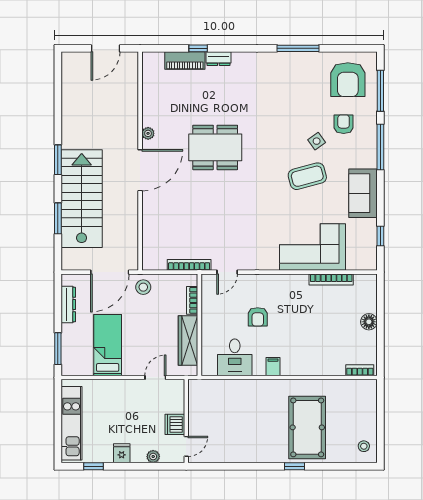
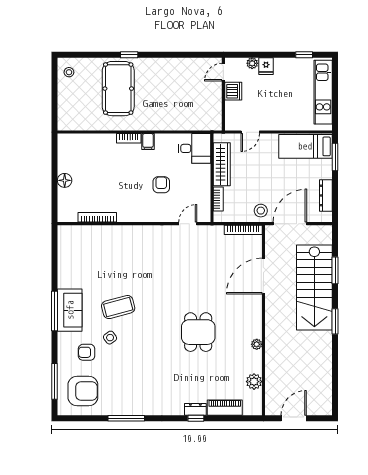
window: (198, 48) -> (196, 418), moved
armchair: (348, 80) -> (83, 391), turned 90
plant: (151, 91) -> (254, 382), added
armchair: (344, 124) -> (87, 352), turned 90
dining table: (215, 147) -> (198, 332), width x0.73
window: (380, 147) -> (55, 311), moved
door: (140, 170) -> (263, 276), moved
sofa: (363, 193) -> (70, 310), moved
window: (380, 236) -> (55, 255), removed
corner sofa: (313, 247) -> (114, 245), removed
bookcase: (189, 265) -> (243, 230), moved
bed: (108, 345) -> (305, 146), moved, turned 90
desk: (235, 357) -> (194, 148), moved, turned 90
bookcase: (360, 370) -> (129, 138), moved
fridge: (122, 453) -> (266, 66), moved

